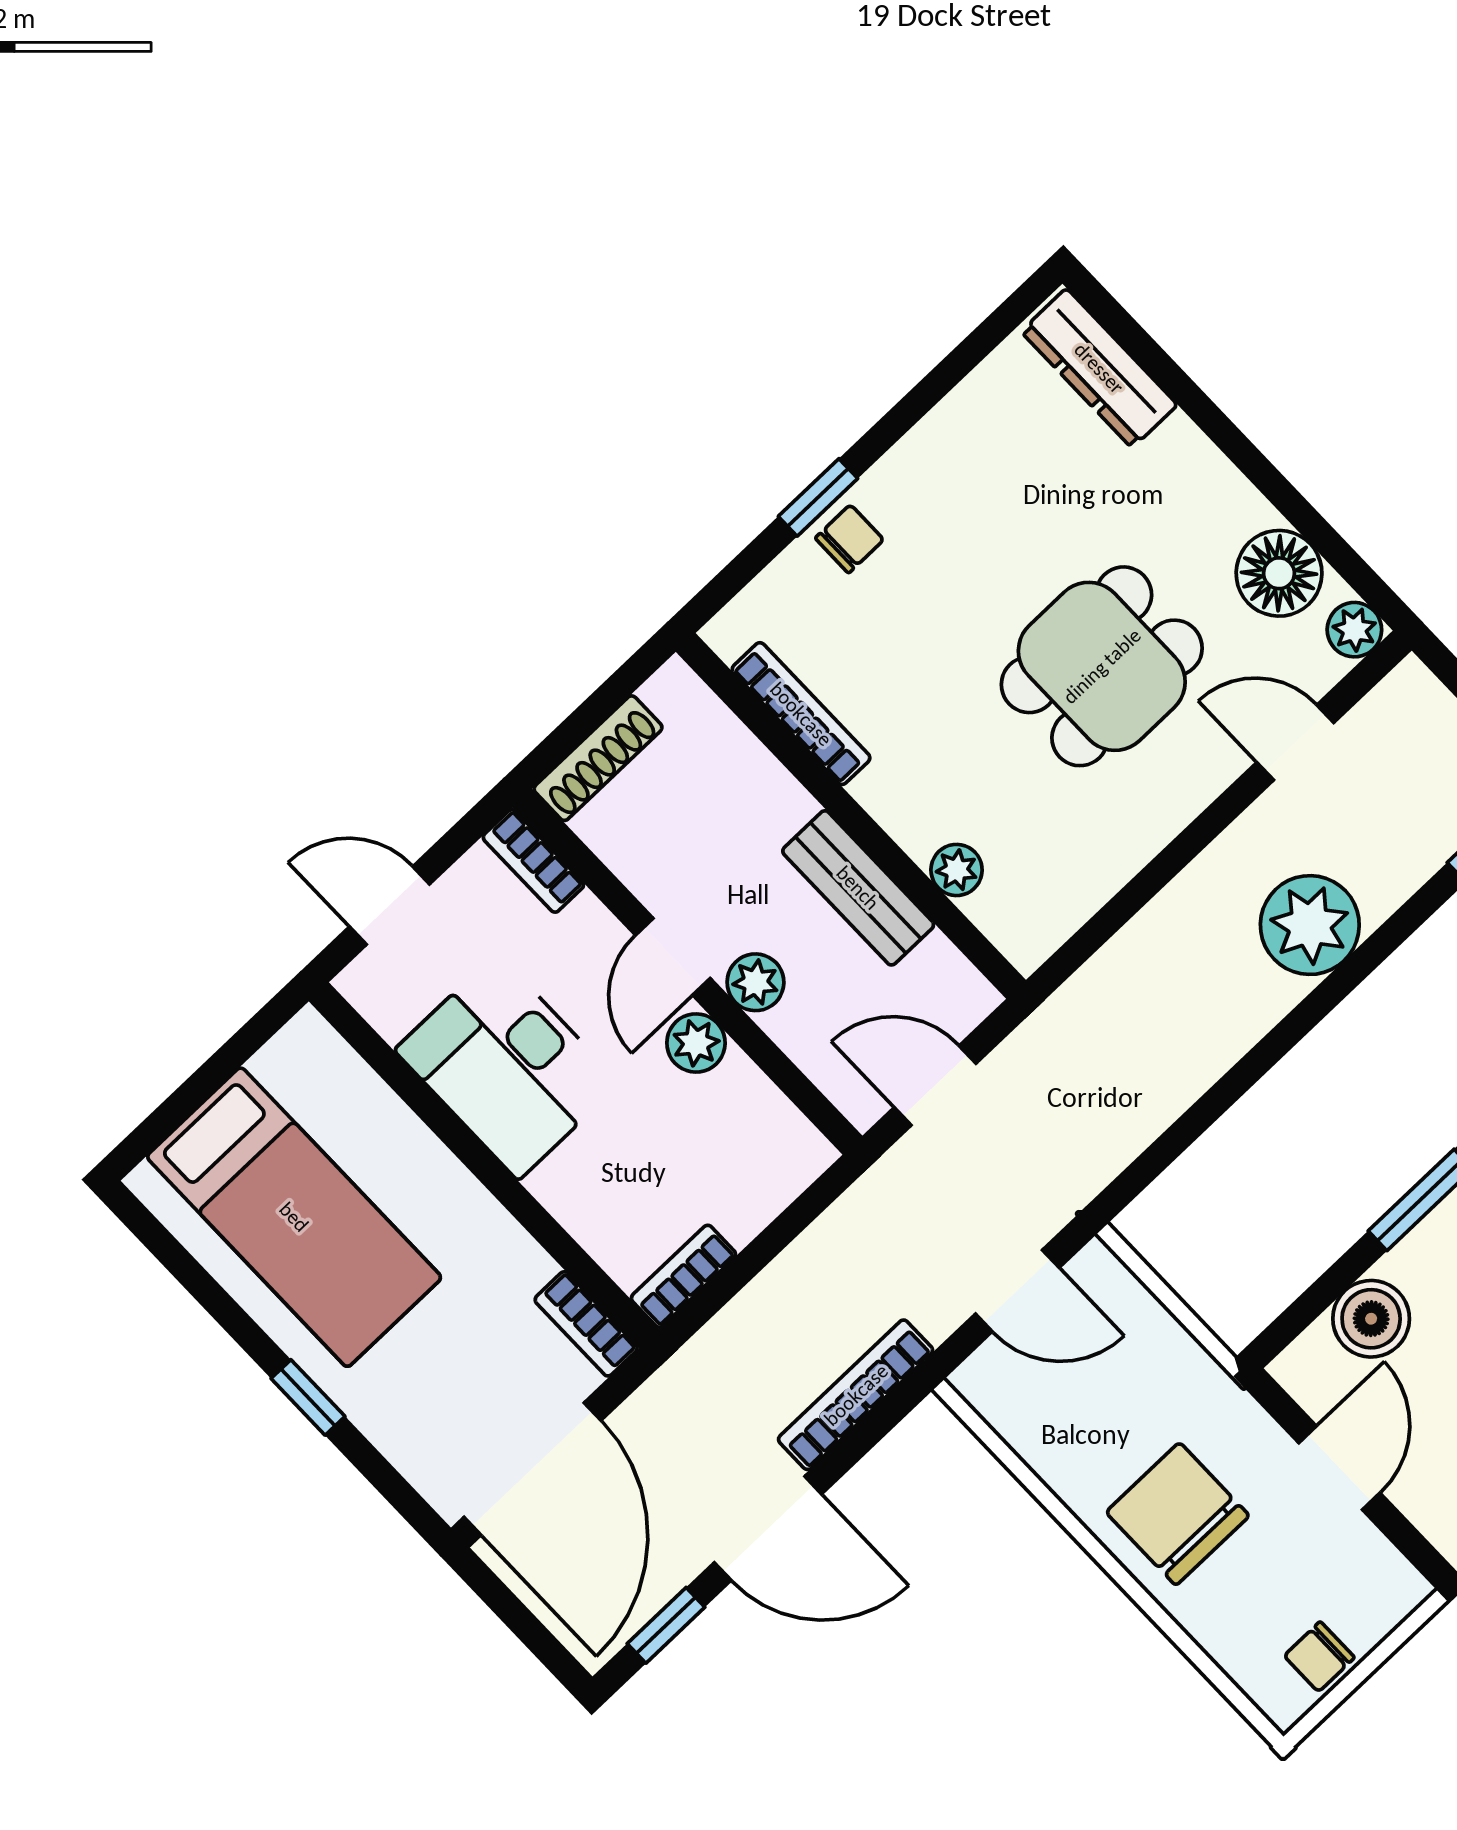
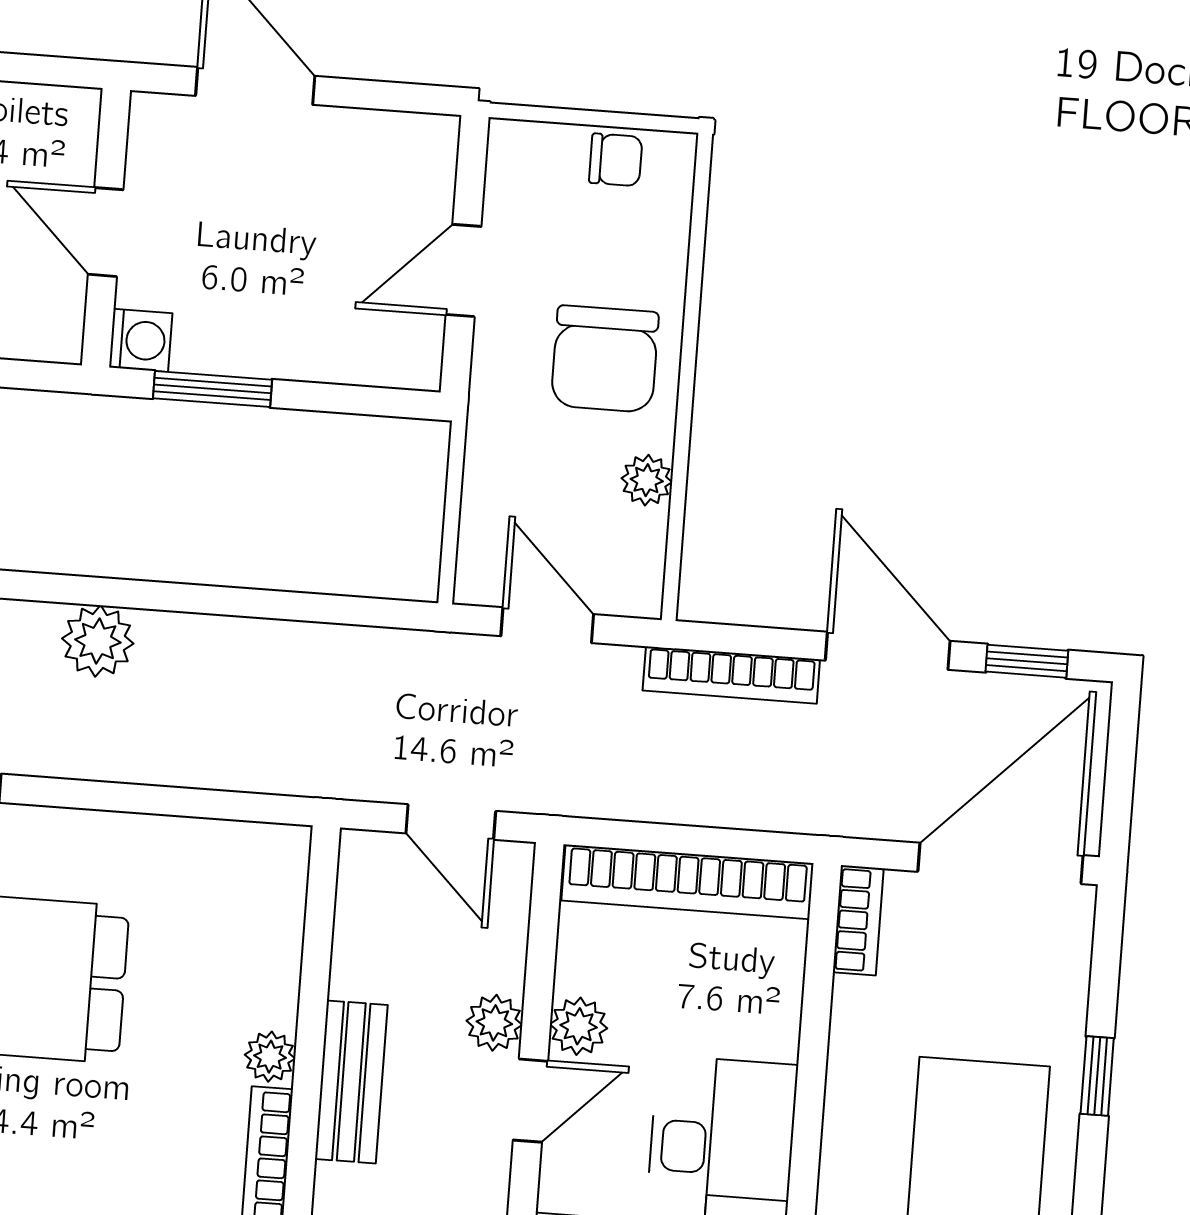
plant: (957, 870) -> (270, 1057), moved
bench: (858, 888) -> (351, 1082), moved
plant: (1310, 925) -> (98, 641), width x0.73, depth x0.73
bookcase: (683, 1276) -> (688, 882), width x2.31, depth x1.31
boiler: (1371, 1319) -> (333, 346), removed
plant: (1059, 1463) -> (647, 480), added

